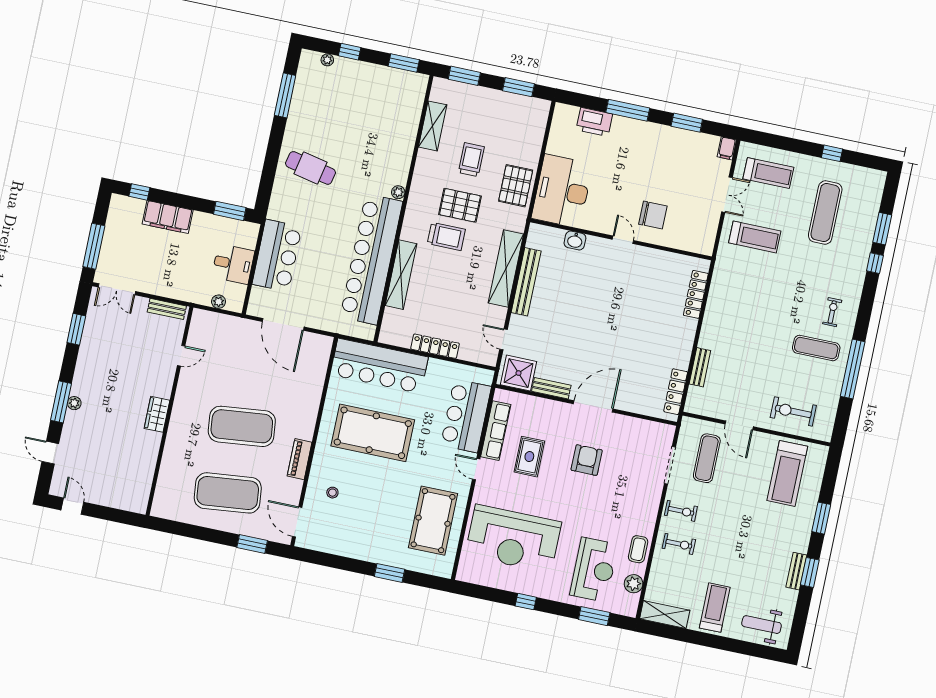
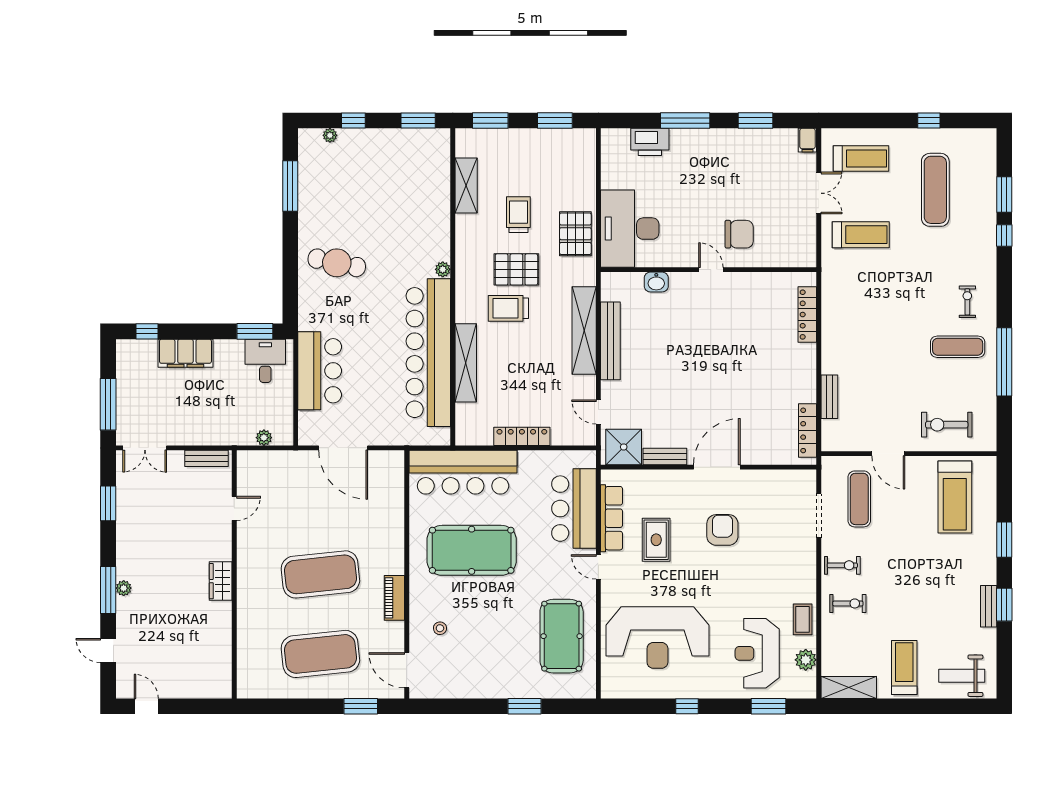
trolley: (446, 236) -> (508, 308), turned 180
desk: (233, 264) -> (265, 361), moved, turned -90
reception desk: (594, 570) -> (757, 653), turned 180

